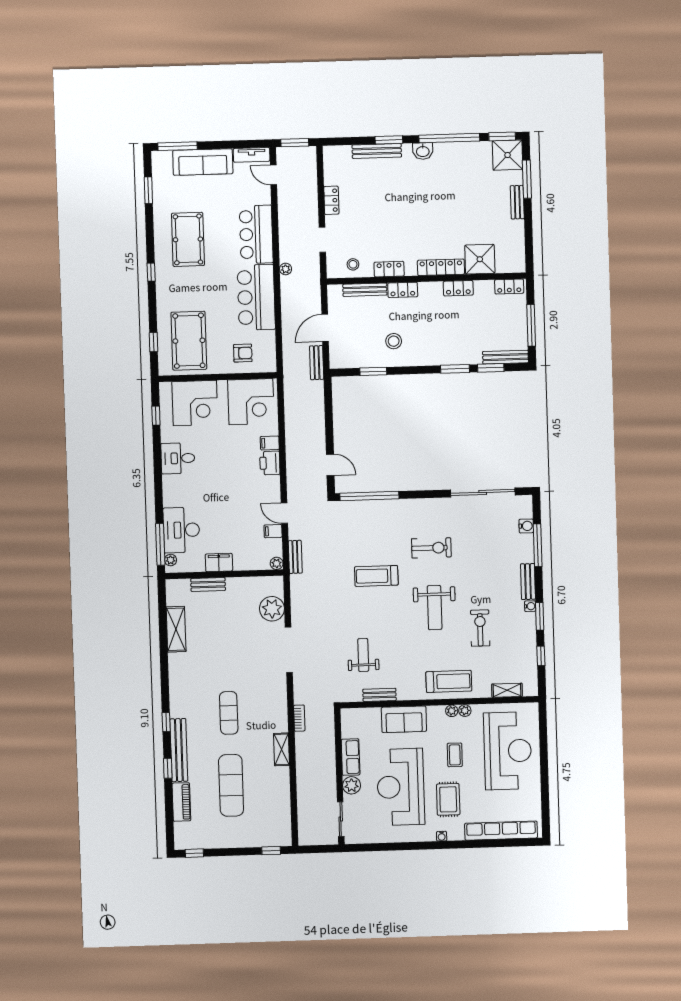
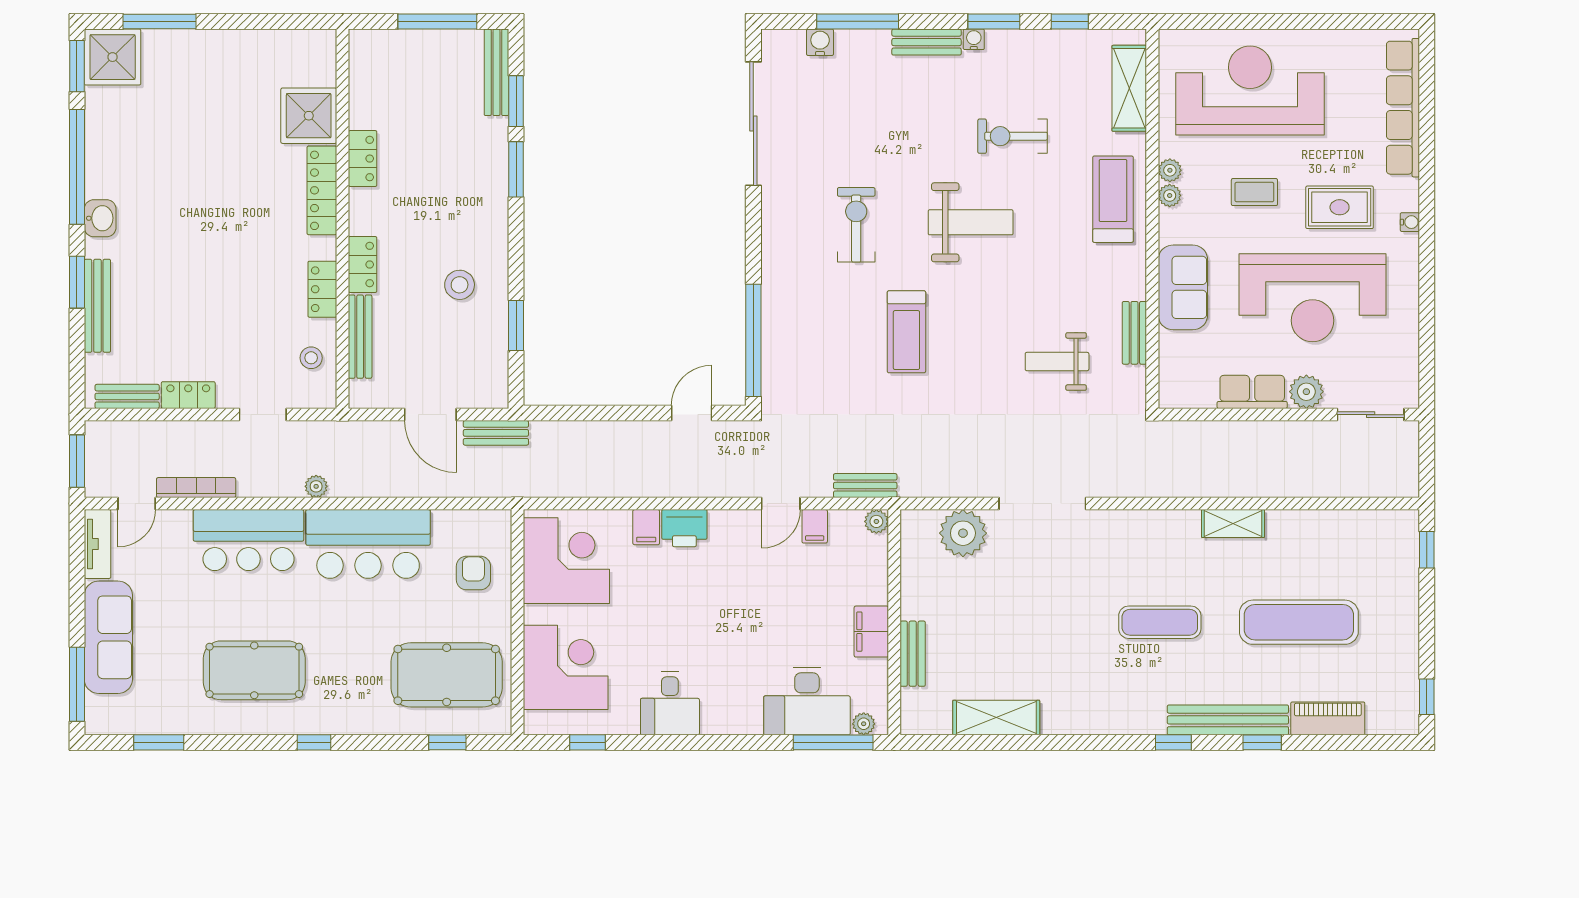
bench: (517, 202) -> (127, 396), moved
locker: (509, 286) -> (362, 61), removed
shelving: (507, 690) -> (1129, 88), width x1.50, depth x1.33
bookcase: (299, 718) -> (196, 488), moved, width x1.56

